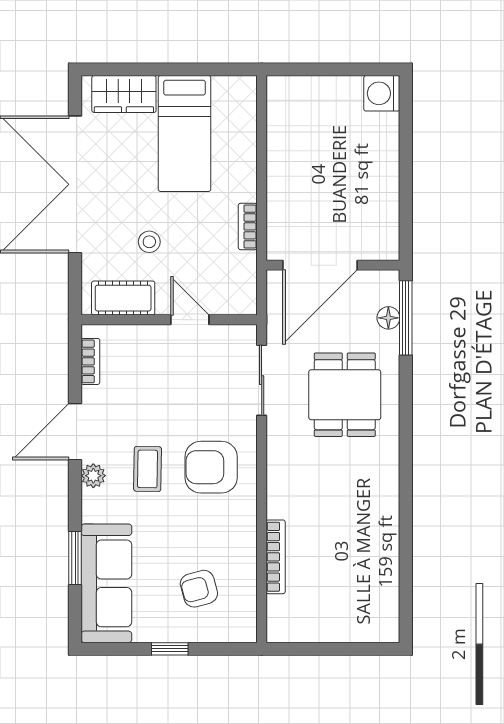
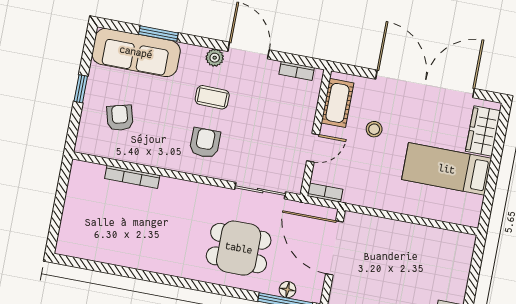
bookcase: (248, 226) -> (325, 193), moved
armchair: (211, 467) -> (205, 143), width x0.72, depth x0.72

